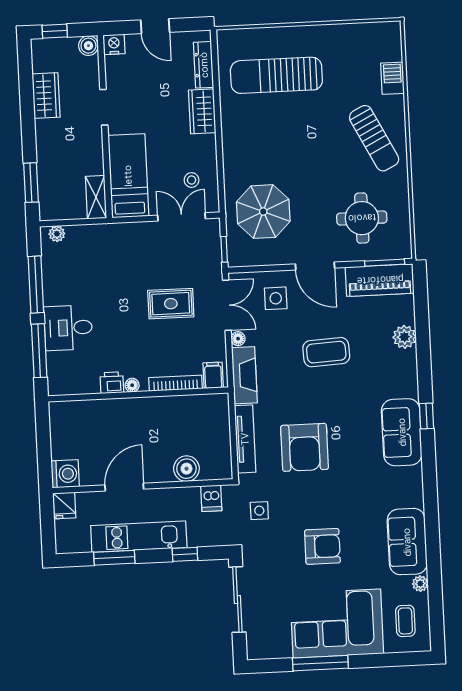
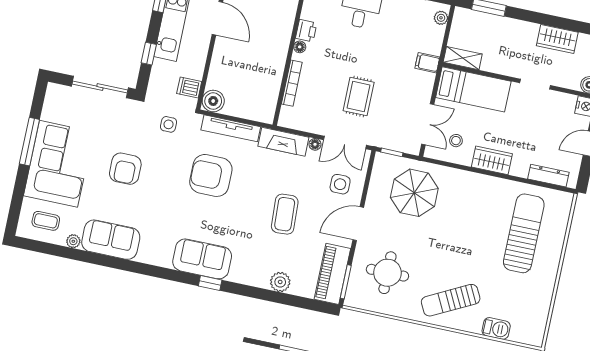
wardrobe: (202, 111) -> (492, 160), moved
filing cabinet: (213, 375) -> (427, 63), moved, turned 180
boiler: (186, 469) -> (213, 101), moved

